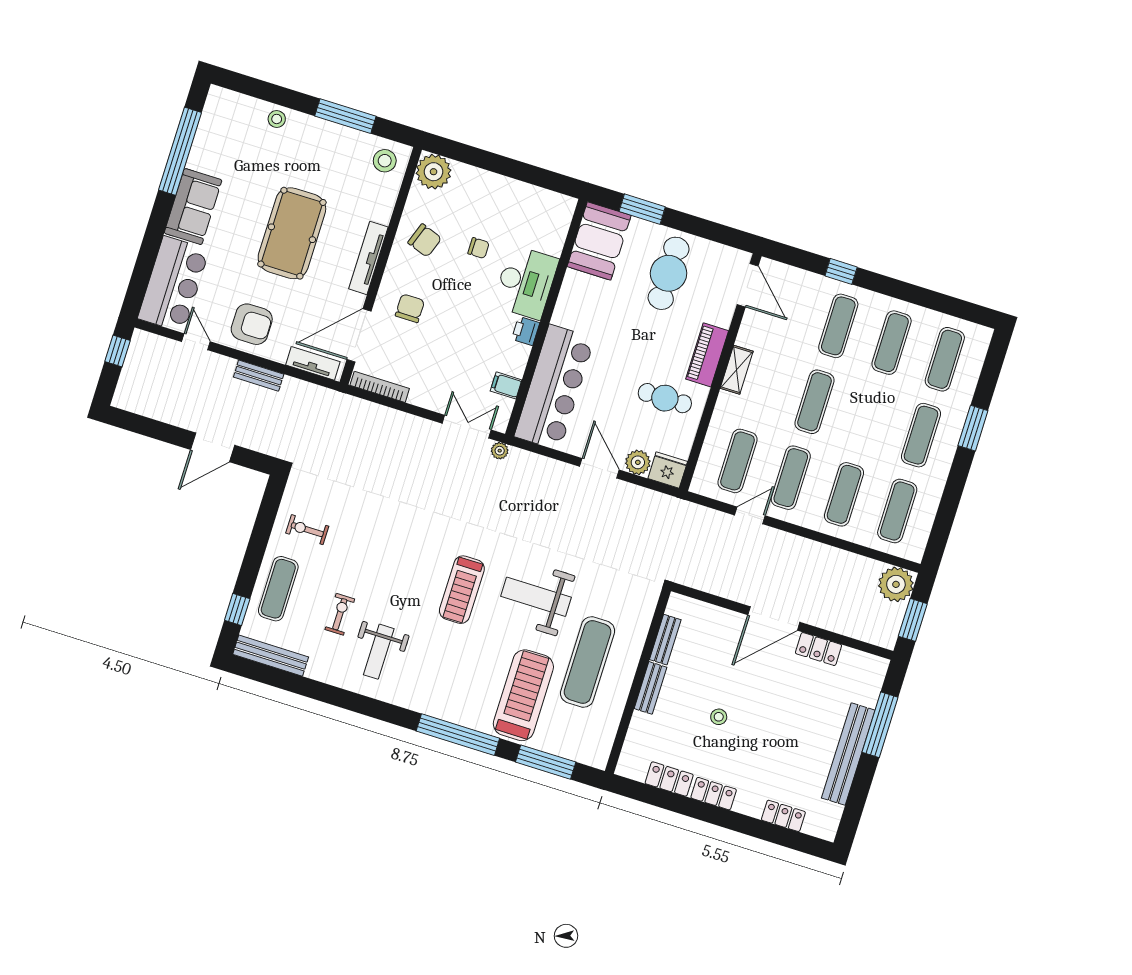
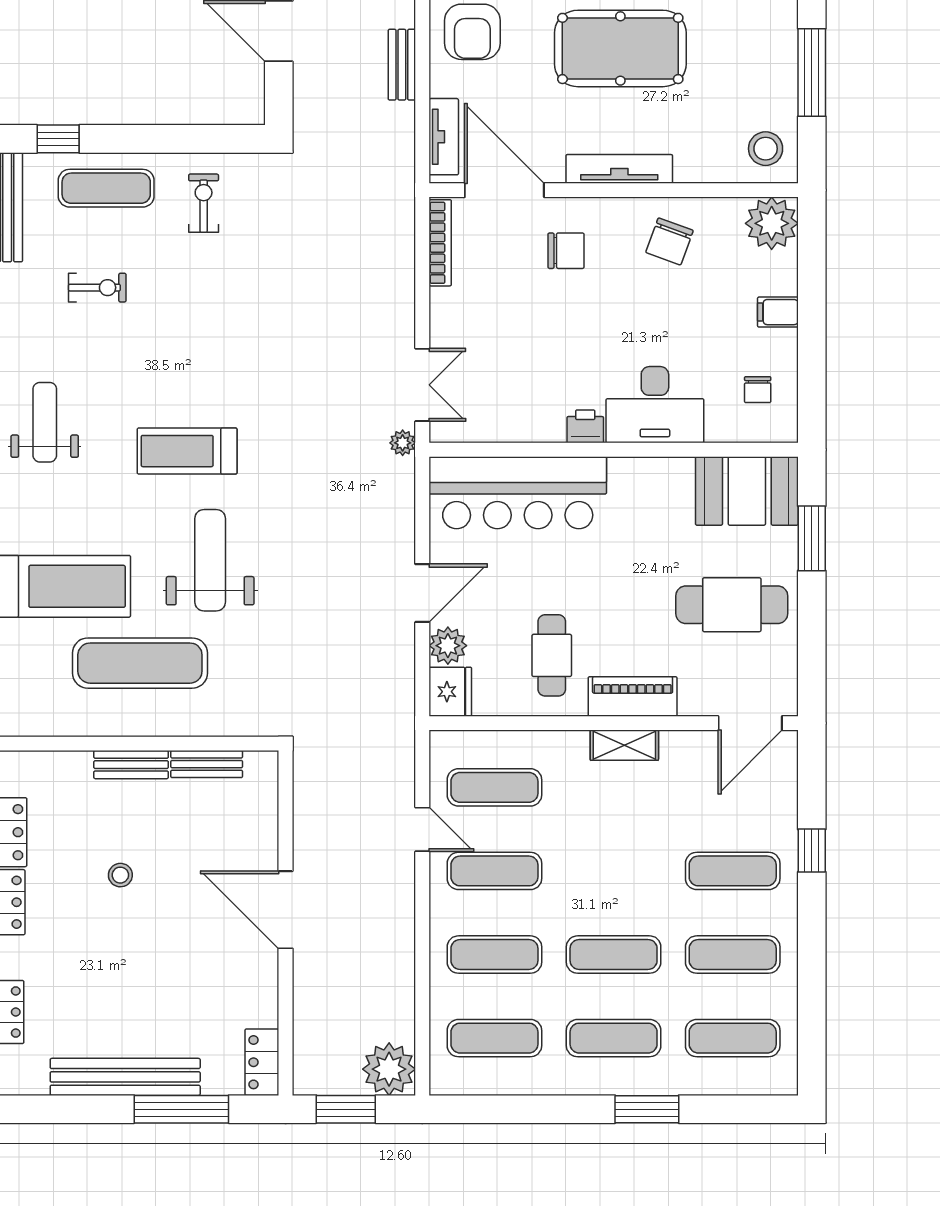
chair: (479, 248) -> (758, 390), moved
filing cabinet: (506, 385) -> (778, 312), moved, turned -90
exercise mat: (815, 402) -> (614, 955), moved
locker: (818, 649) -> (262, 1062), moved
weight bench: (379, 652) -> (45, 422), moved, turned 90

